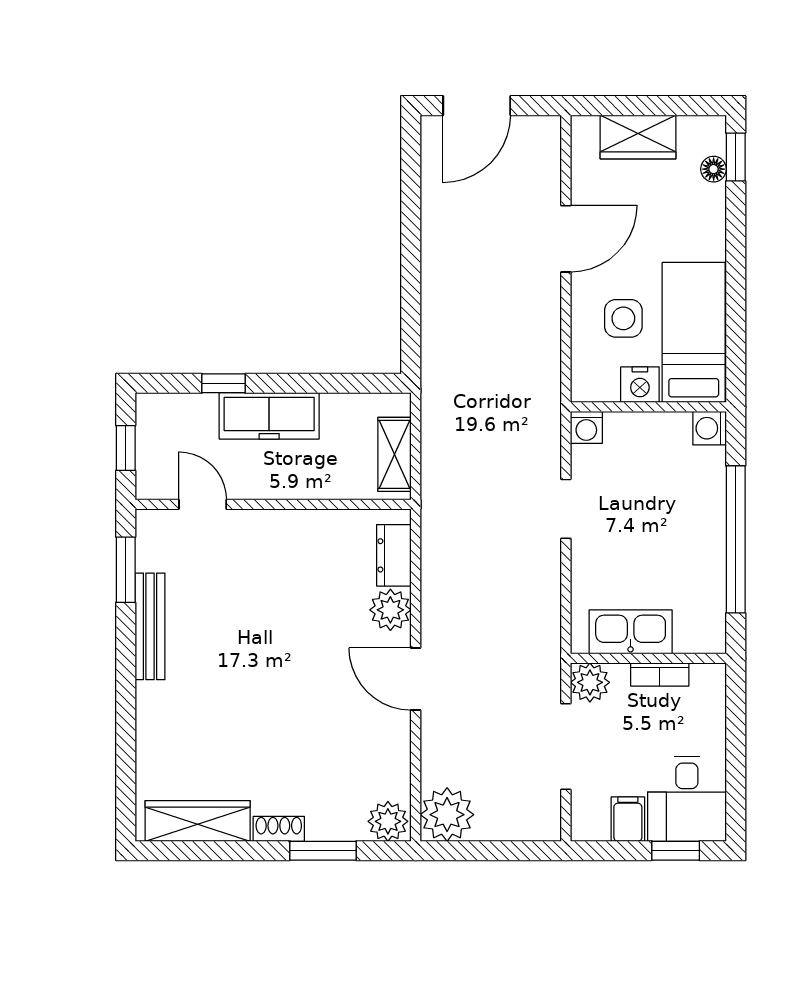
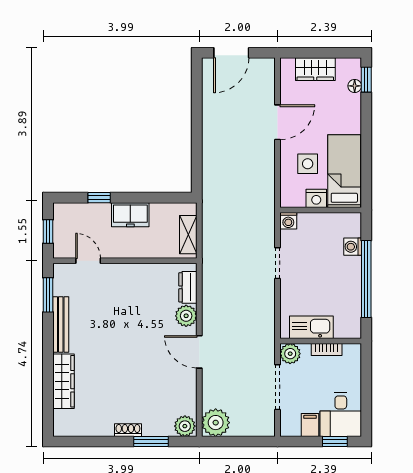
freezer: (269, 416) -> (130, 215), width x0.71
washing machine: (710, 428) -> (353, 247), moved
wardrobe: (198, 821) -> (64, 381), moved, turned 90

